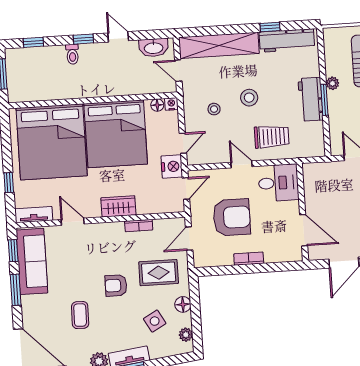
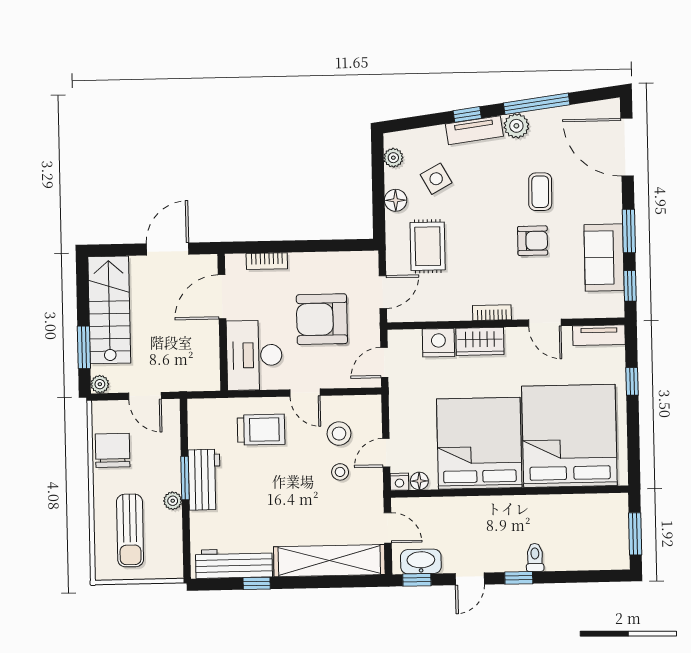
door: (118, 37) -> (470, 579), hinge flipped
window: (33, 42) -> (417, 580), moved
stool: (249, 98) -> (339, 434), moved
trolley: (272, 137) -> (261, 430), turned 180
door: (183, 143) -> (386, 453), moved
nightstand: (172, 166) -> (438, 343), moved, turned 90
desk: (278, 183) -> (254, 355), width x1.37
bookcase: (139, 226) -> (492, 313), moved
door: (304, 230) -> (222, 297), hinge flipped
bookcase: (249, 259) -> (267, 261), moved
sofa: (32, 261) -> (604, 258), width x0.73
rug: (159, 273) -> (428, 246), turned 90
armchair: (116, 286) -> (533, 241), moved

